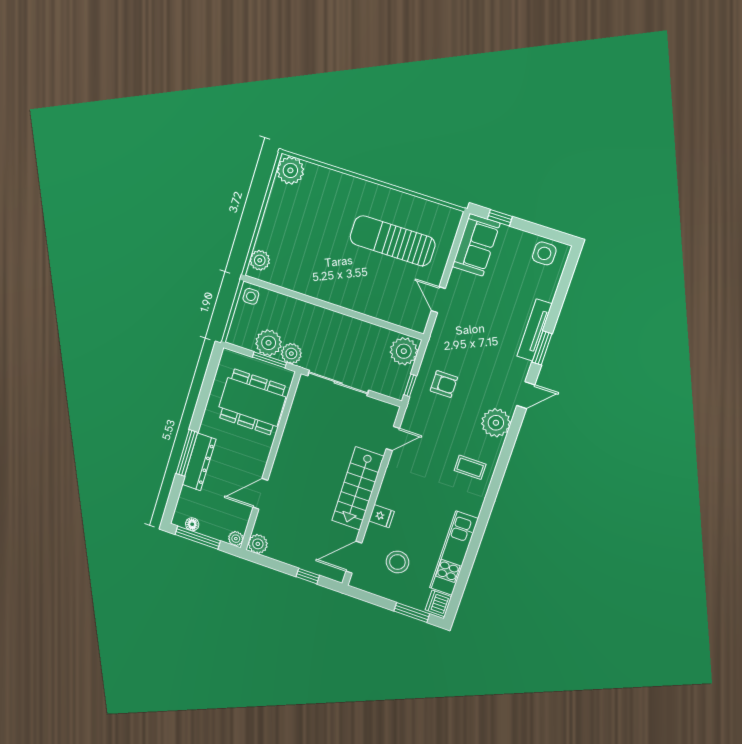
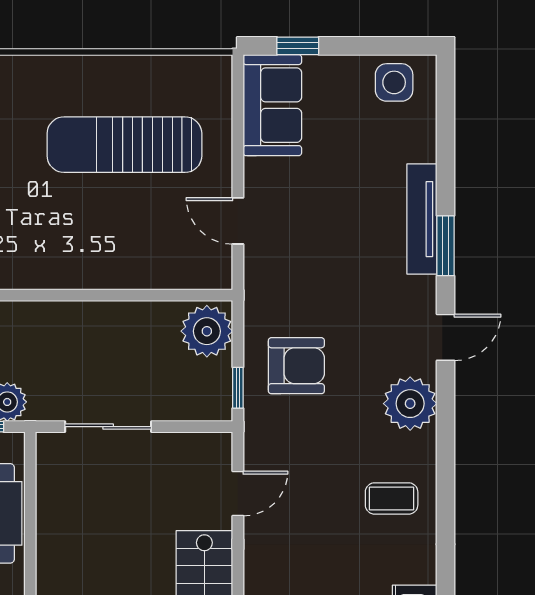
sliding door: (338, 383) -> (108, 427), width x0.73
armchair: (444, 384) -> (296, 366), width x1.38, depth x1.38

